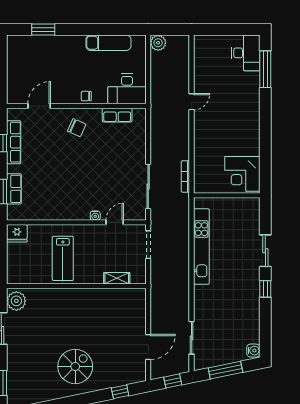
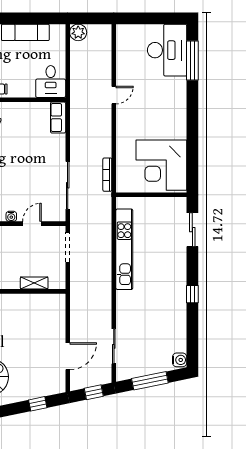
desk: (246, 53) -> (167, 50), width x1.36, depth x1.30
desk: (127, 89) -> (51, 82), width x0.73
row of seats: (117, 115) -> (58, 117), moved, turned 90
corner desk: (242, 174) -> (161, 165), width x1.36, depth x1.36
sliding door: (265, 251) -> (192, 230), moved

